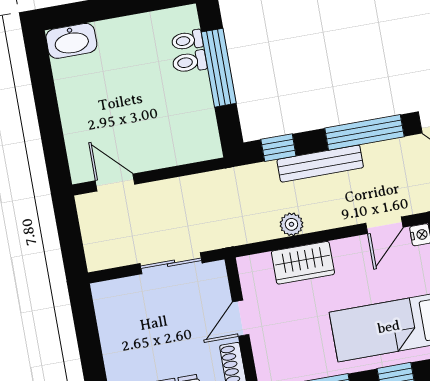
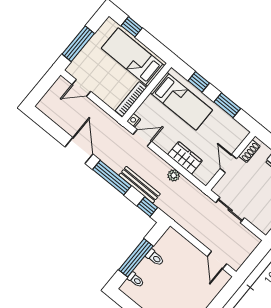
toilet: (190, 62) -> (155, 258), moved
door: (241, 318) -> (228, 164), swing flipped

